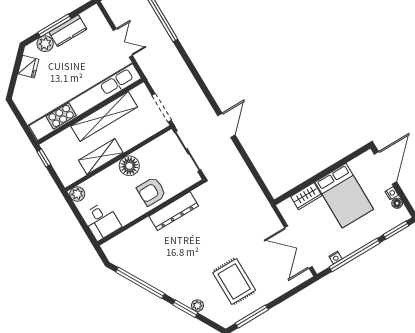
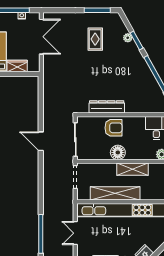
door: (226, 125) -> (41, 141), hinge flipped
rug: (234, 281) -> (95, 39), width x0.73, depth x0.70

